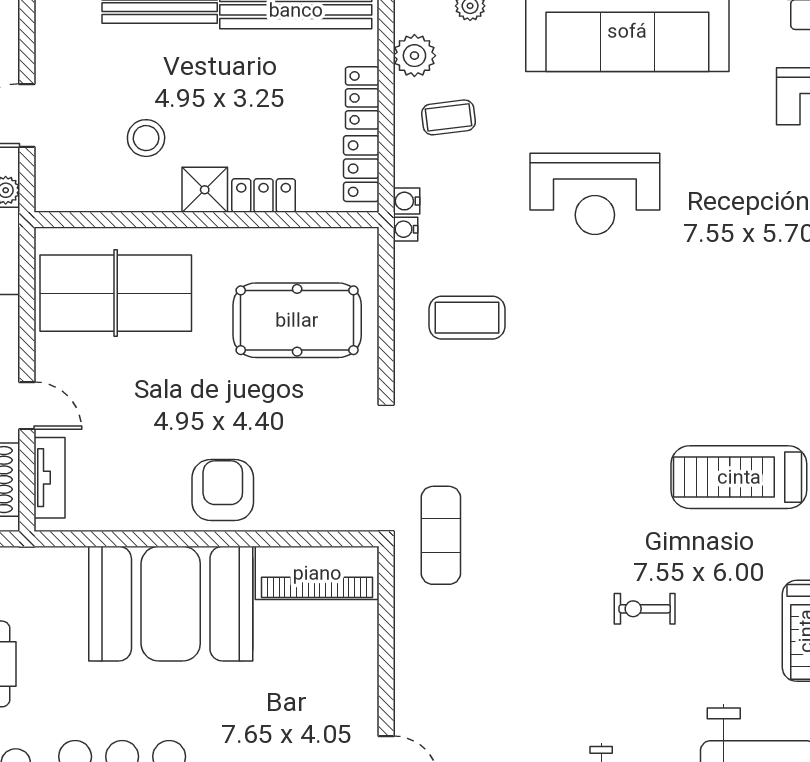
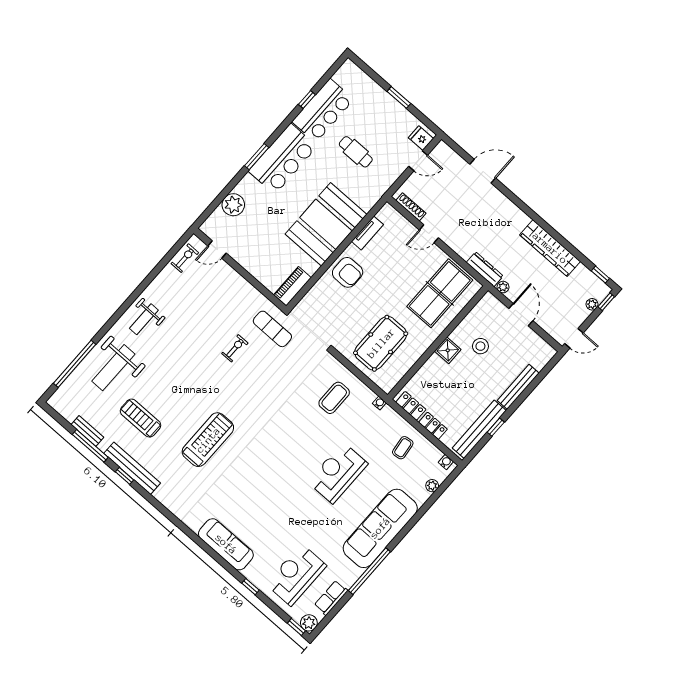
plant: (414, 56) -> (432, 454), removed
locker: (264, 196) -> (429, 367), removed
water cooler: (406, 201) -> (446, 462), moved
tv unit: (50, 478) -> (367, 233), moved, turned -90
piano: (317, 573) -> (292, 286), width x0.73, depth x0.75
exercise bike: (645, 609) -> (235, 348), moved

